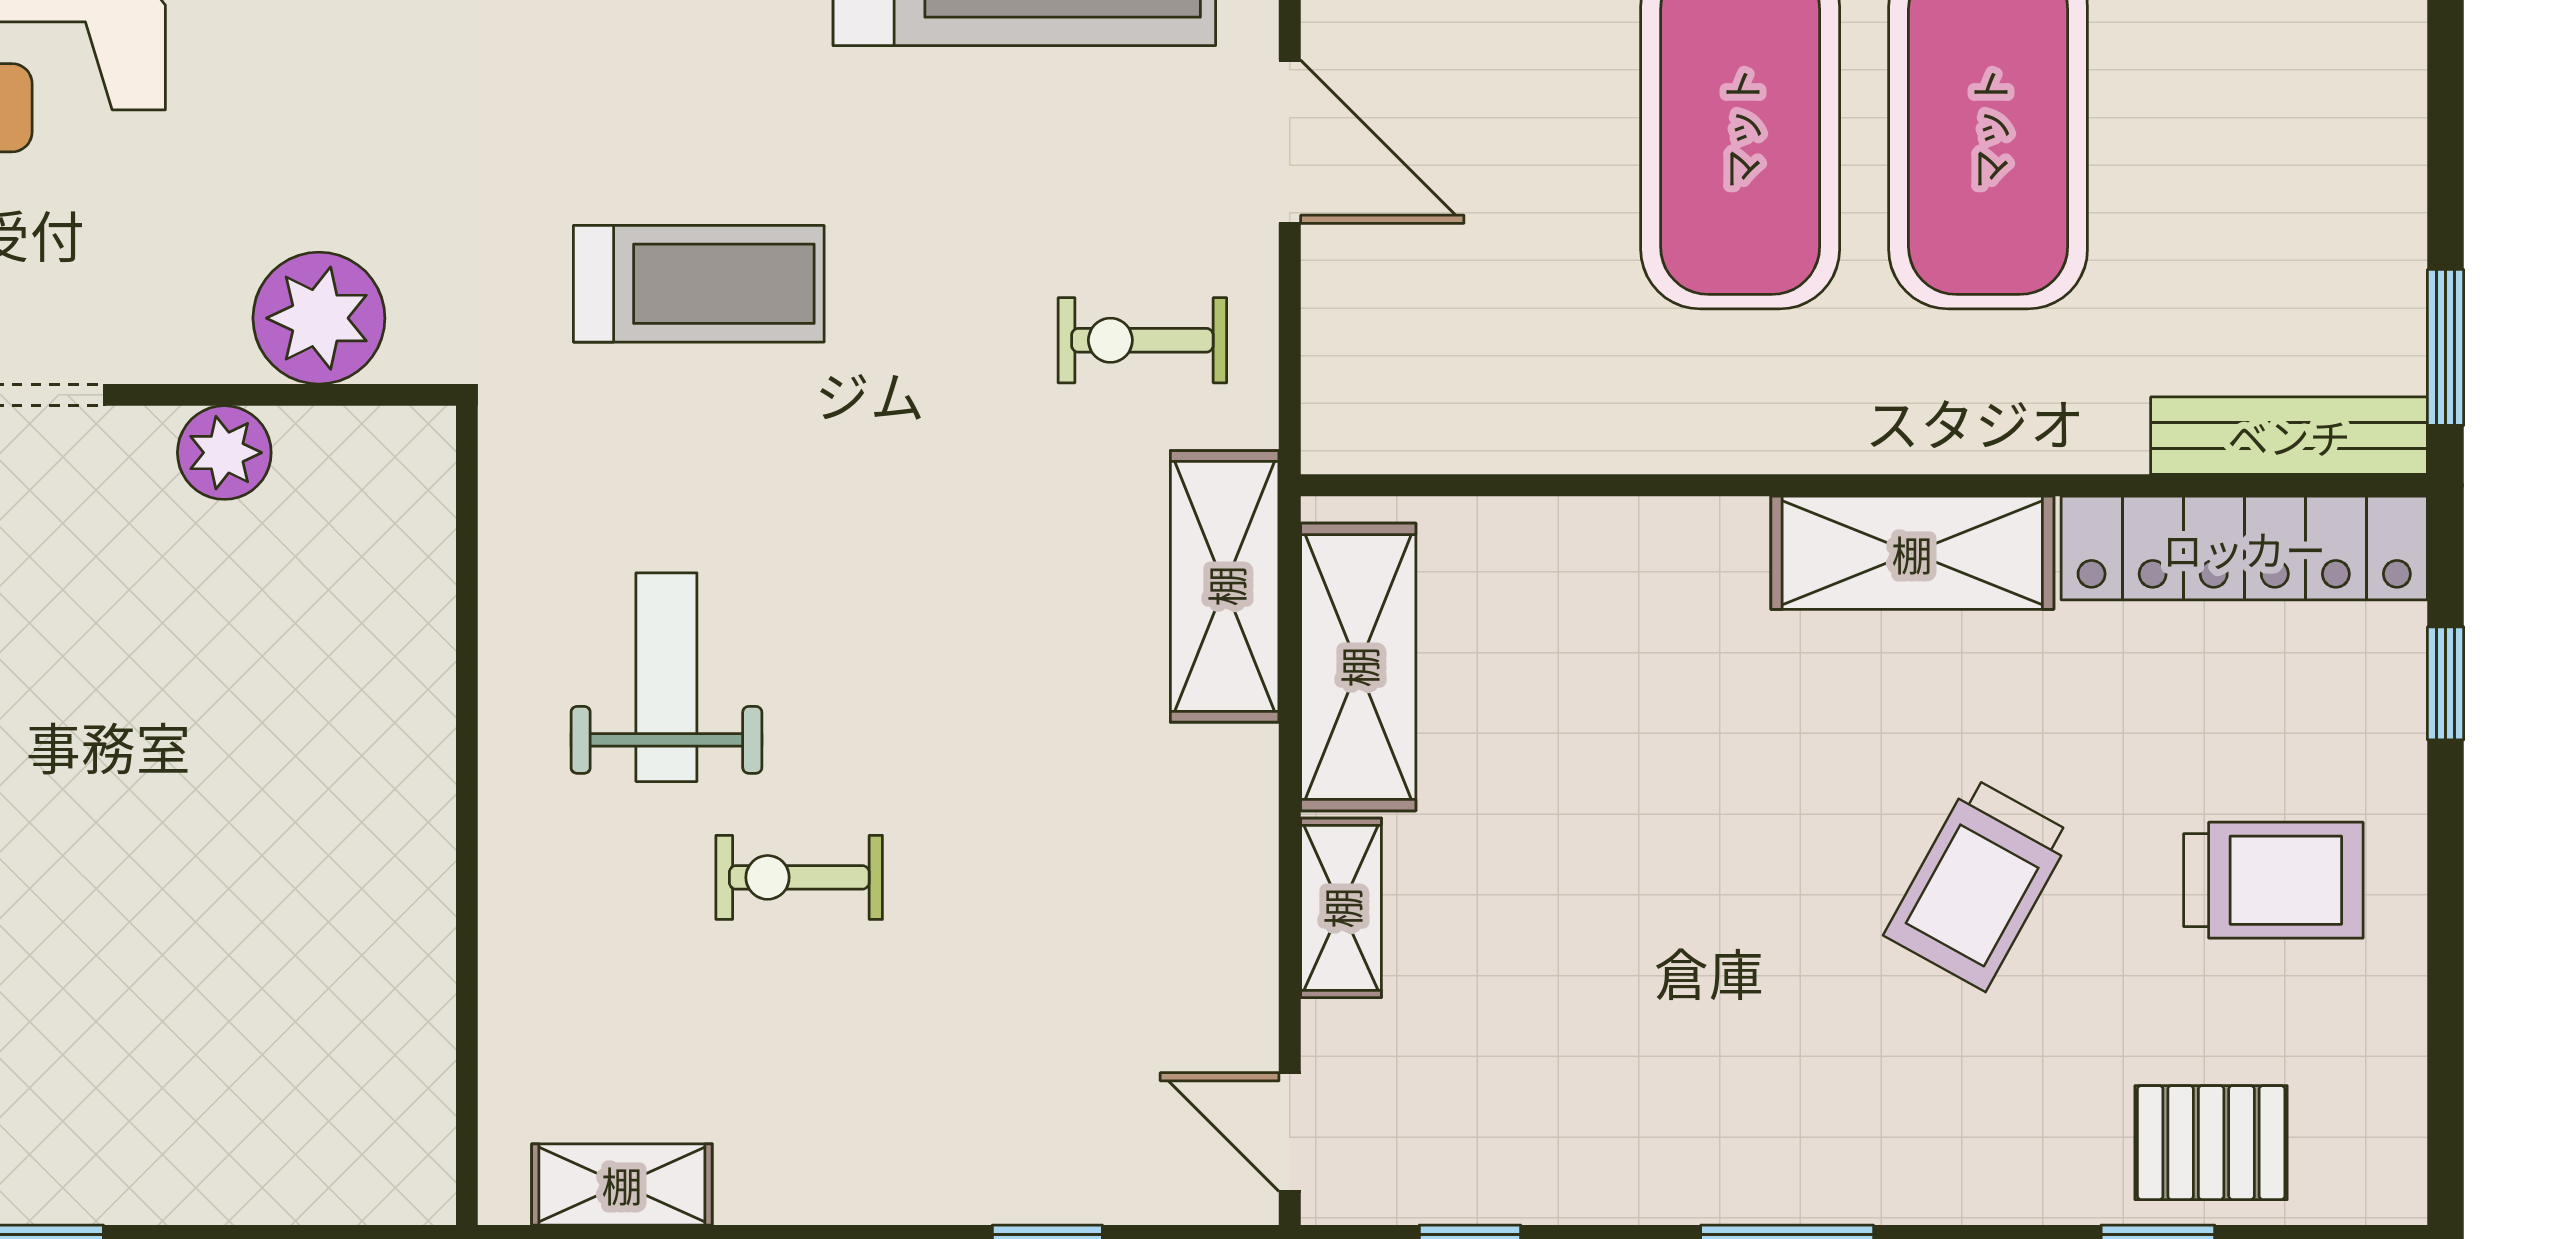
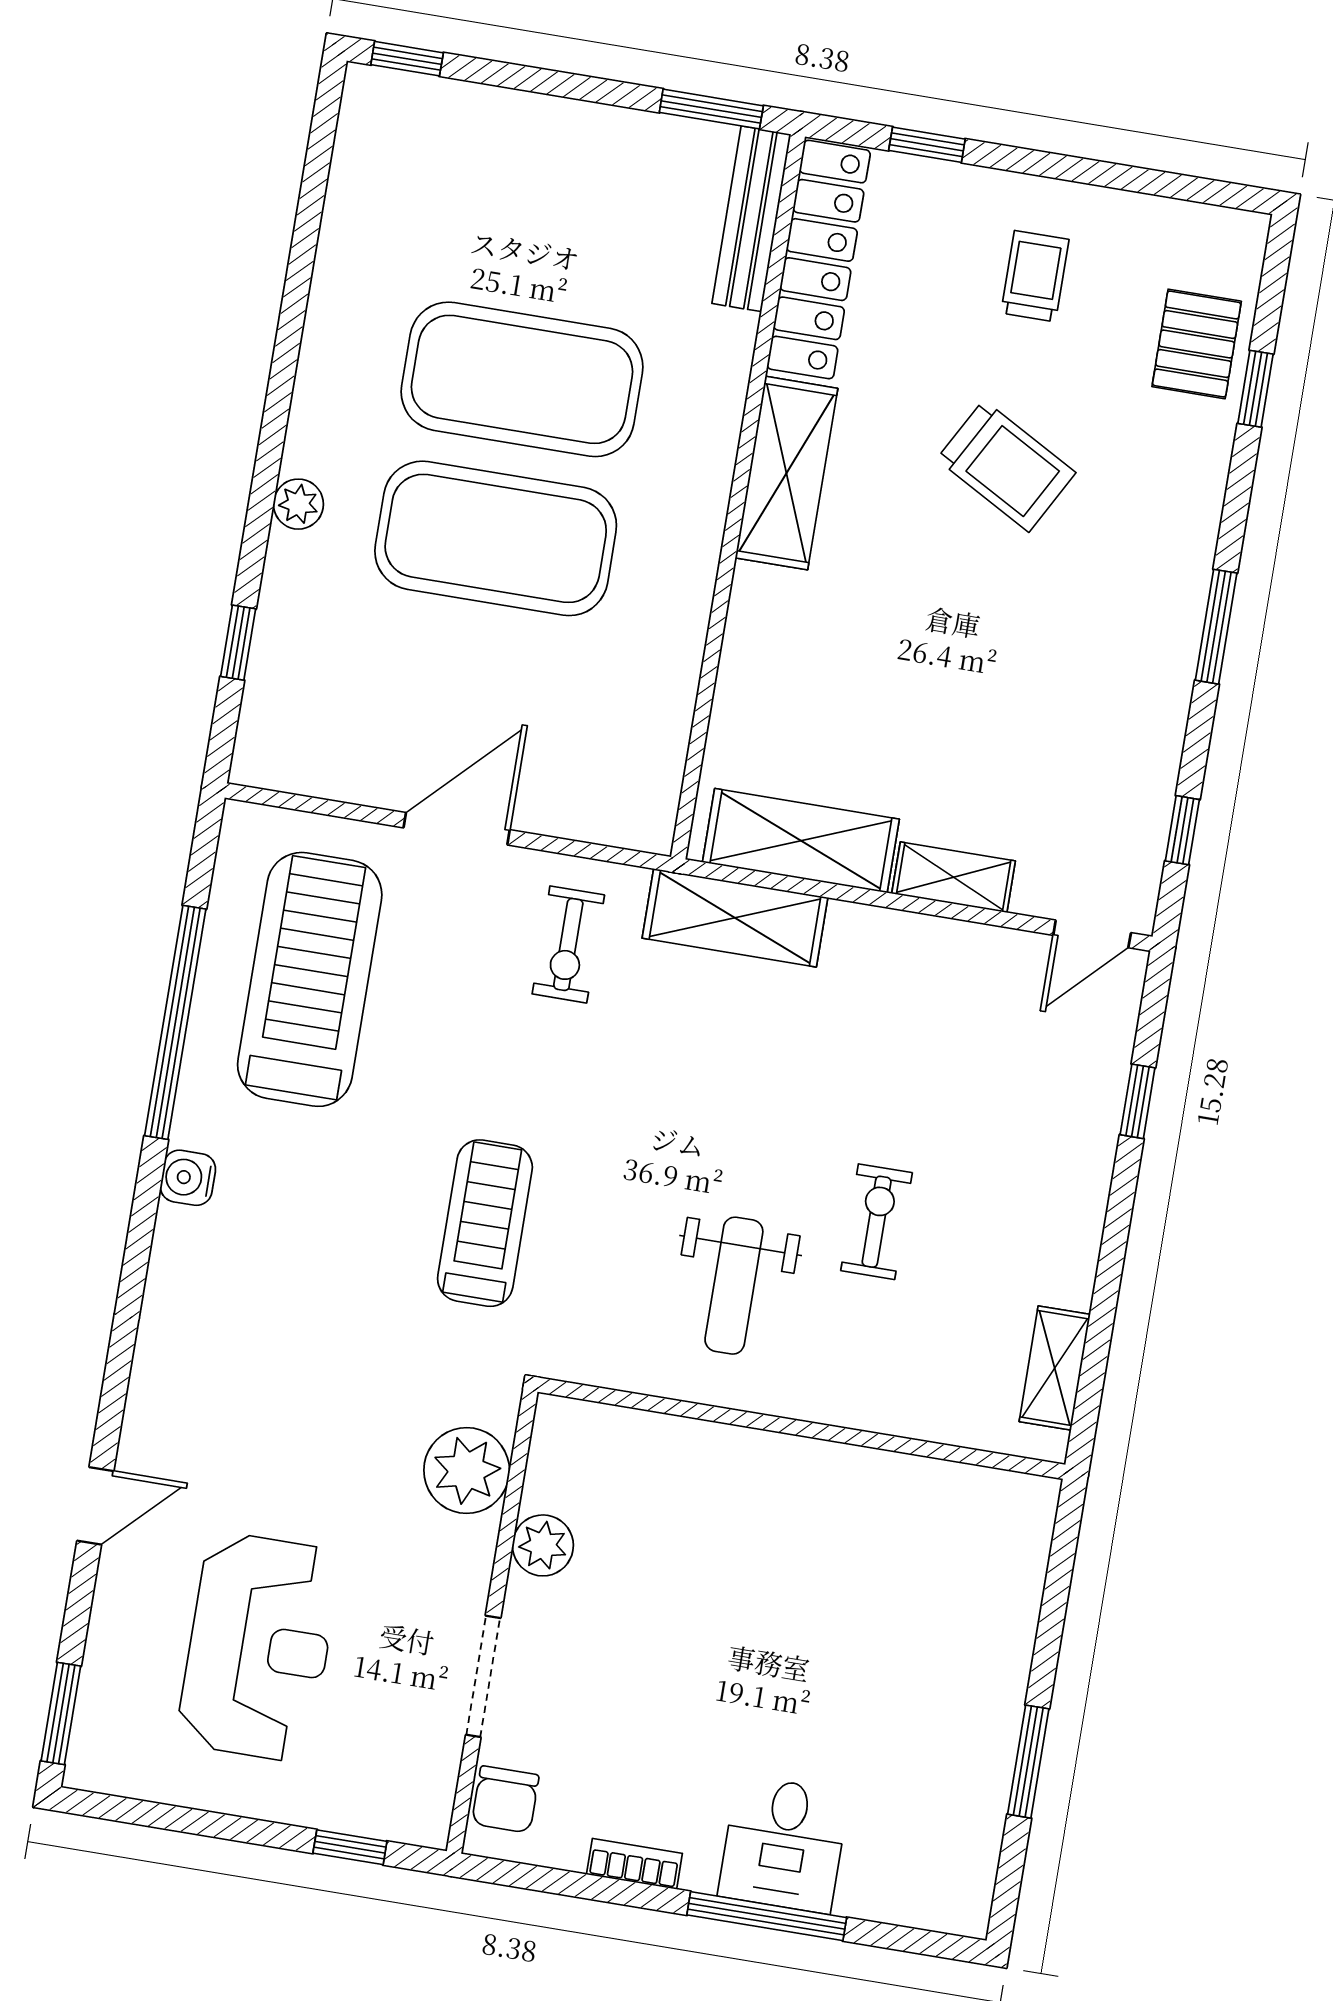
weight bench: (666, 677) -> (734, 1286), turned -90
exercise bike: (799, 877) -> (877, 1222), turned 180
trolley: (2273, 880) -> (1035, 276), width x0.73, depth x0.72

